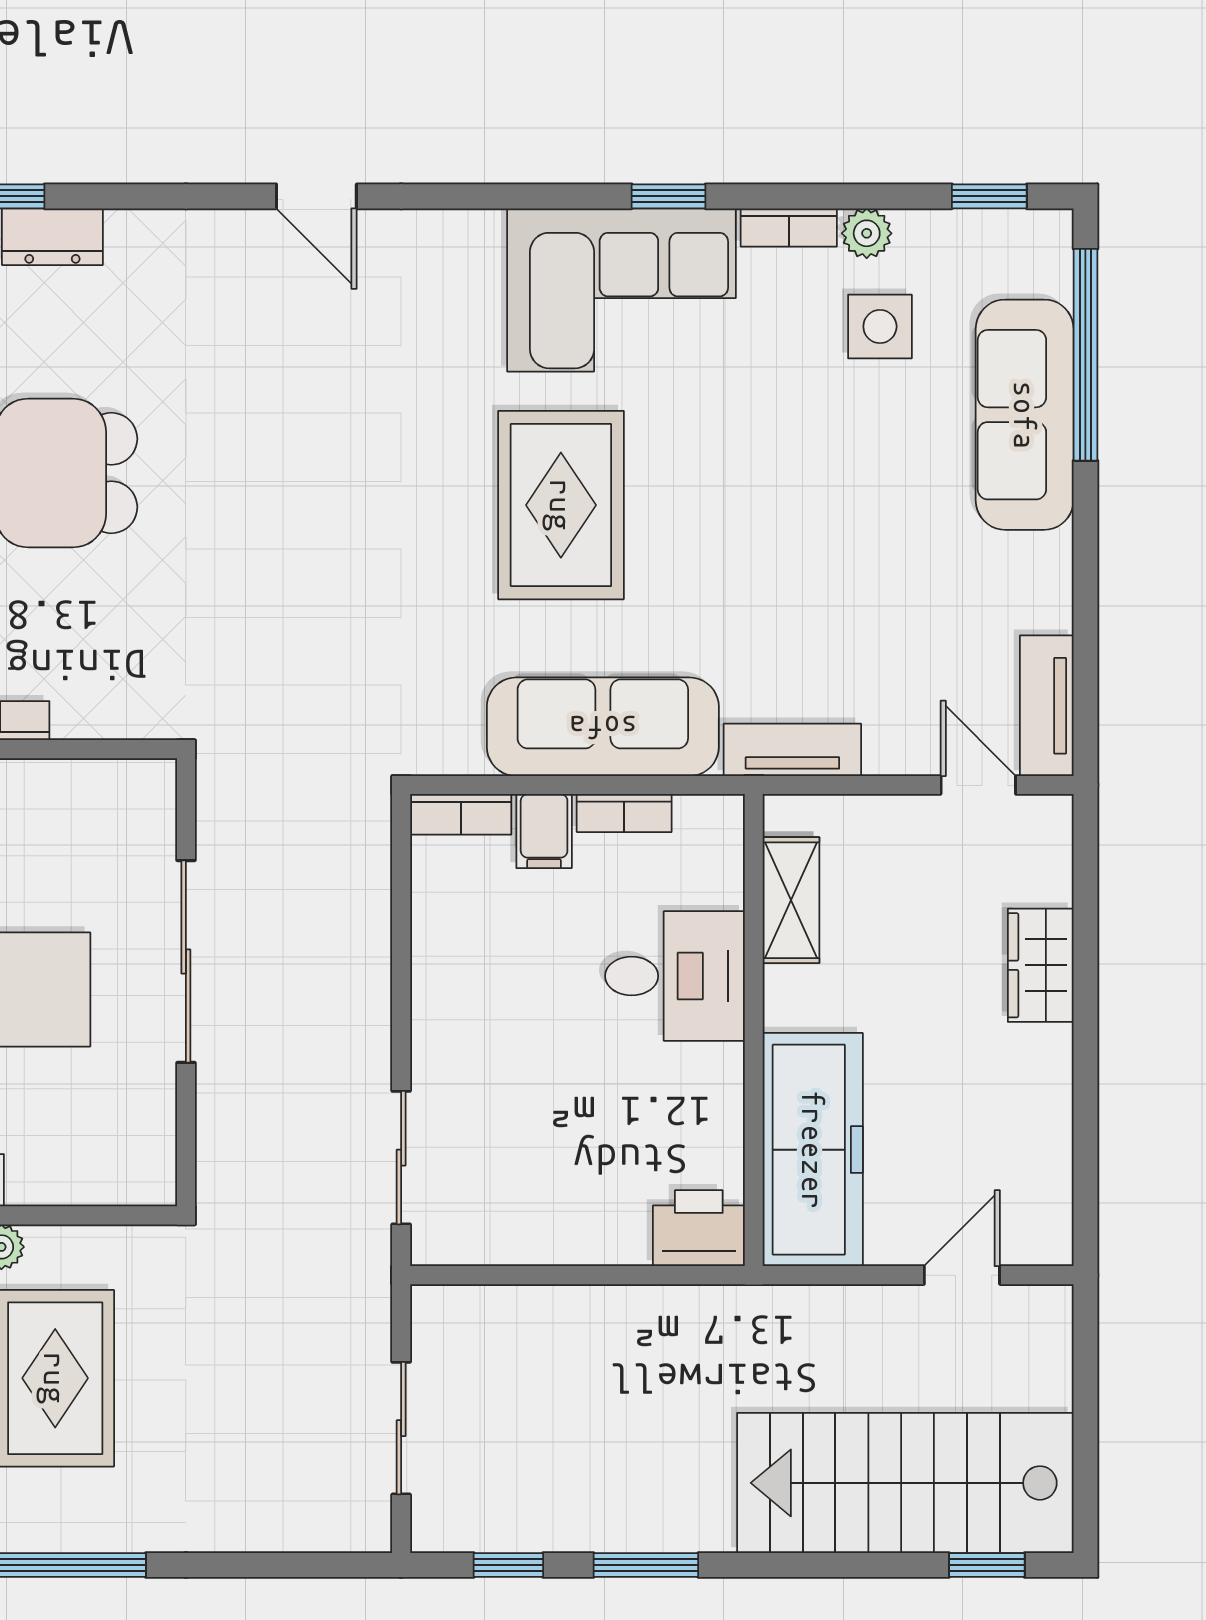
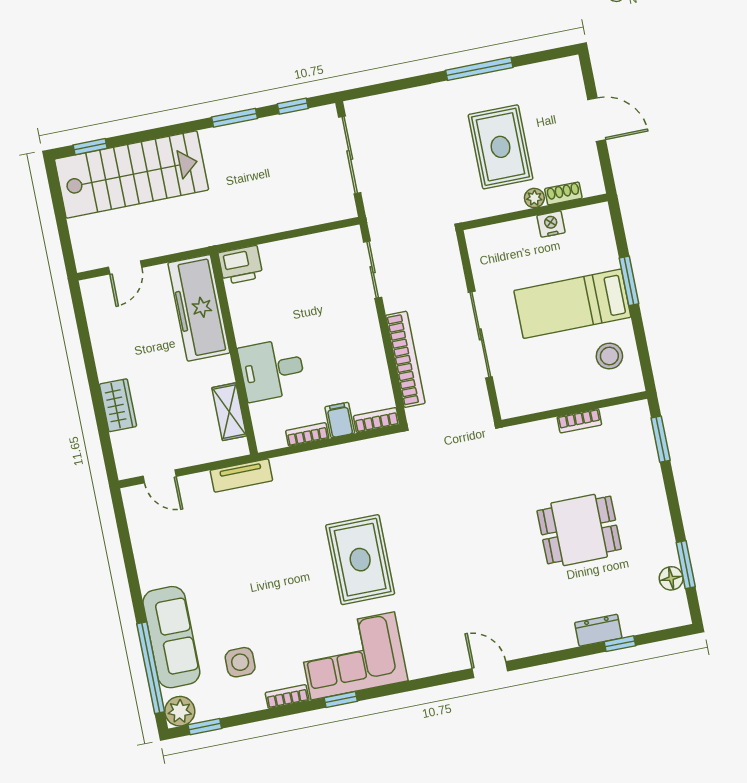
plant: (867, 233) -> (180, 711), moved, width x1.38, depth x1.38
tv unit: (1047, 706) -> (137, 516), removed
sofa: (603, 727) -> (324, 469), removed
bookcase: (367, 939) -> (405, 359), added
sliding door: (401, 1428) -> (350, 155), width x1.37

